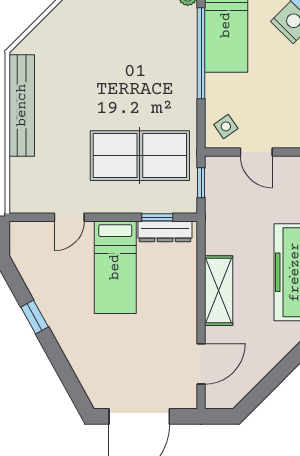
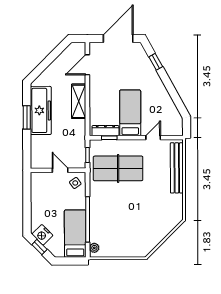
bench: (22, 105) -> (177, 168), moved
window: (35, 317) -> (156, 62), moved

